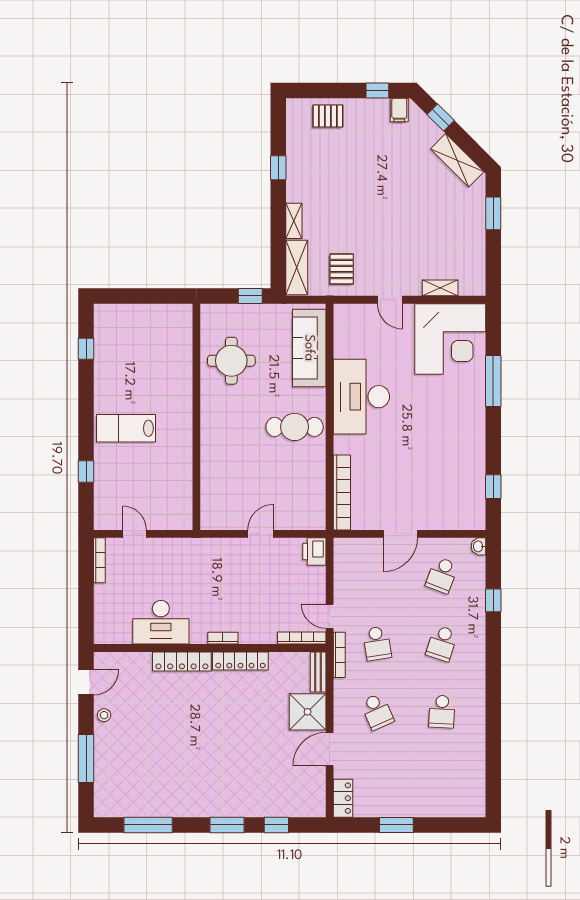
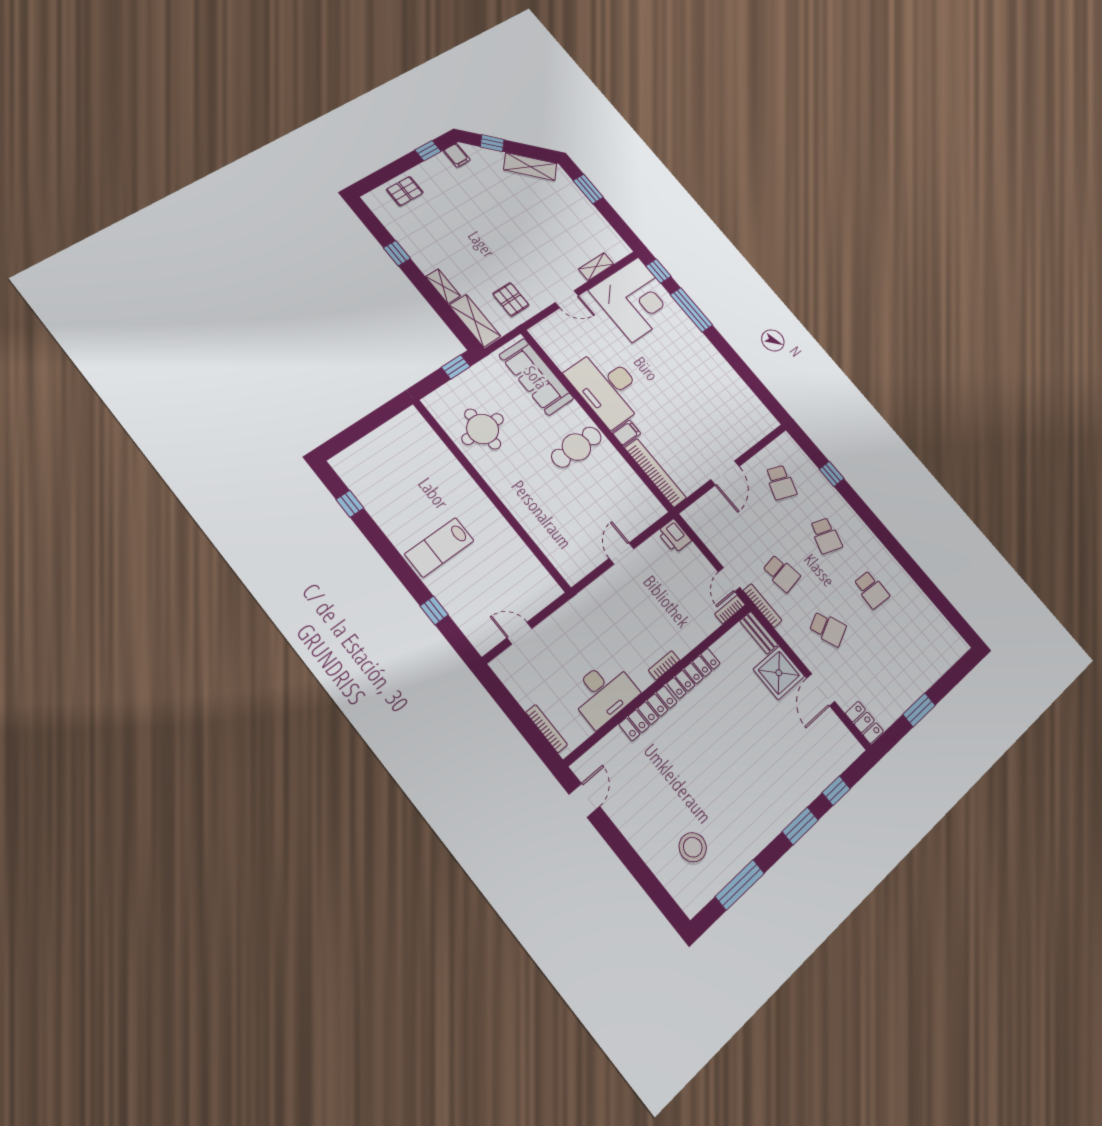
filing cabinet: (345, 444) -> (626, 433), added
window: (493, 487) -> (658, 271), moved
washbasin: (478, 546) -> (787, 441), removed
bookcase: (99, 560) -> (547, 729), moved
door: (330, 616) -> (729, 580), hinge flipped
bookcase: (302, 638) -> (730, 609), width x0.64
stool: (104, 715) -> (693, 847), moved, width x1.89, depth x1.89
window: (86, 758) -> (640, 871), removed

